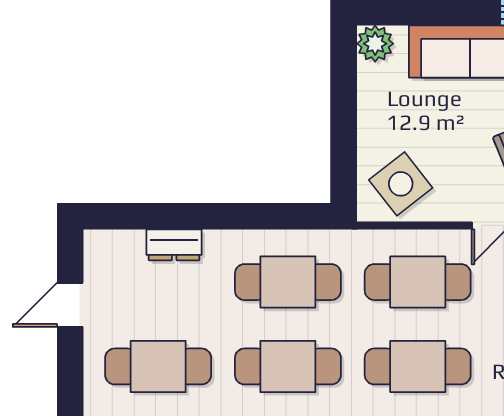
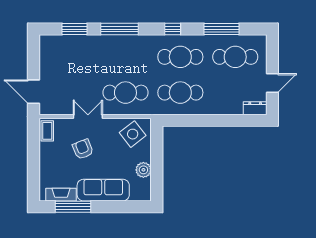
plant: (375, 44) -> (143, 170), moved
dresser: (174, 245) -> (255, 108), moved
cafe table: (418, 366) -> (125, 57), removed

